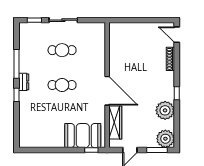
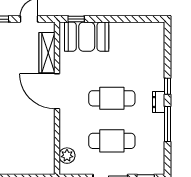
plant: (99, 38) -> (67, 156), added
cafe table: (62, 50) -> (112, 141), width x1.37, depth x1.35
cafe table: (62, 85) -> (112, 98), width x1.37, depth x1.35

